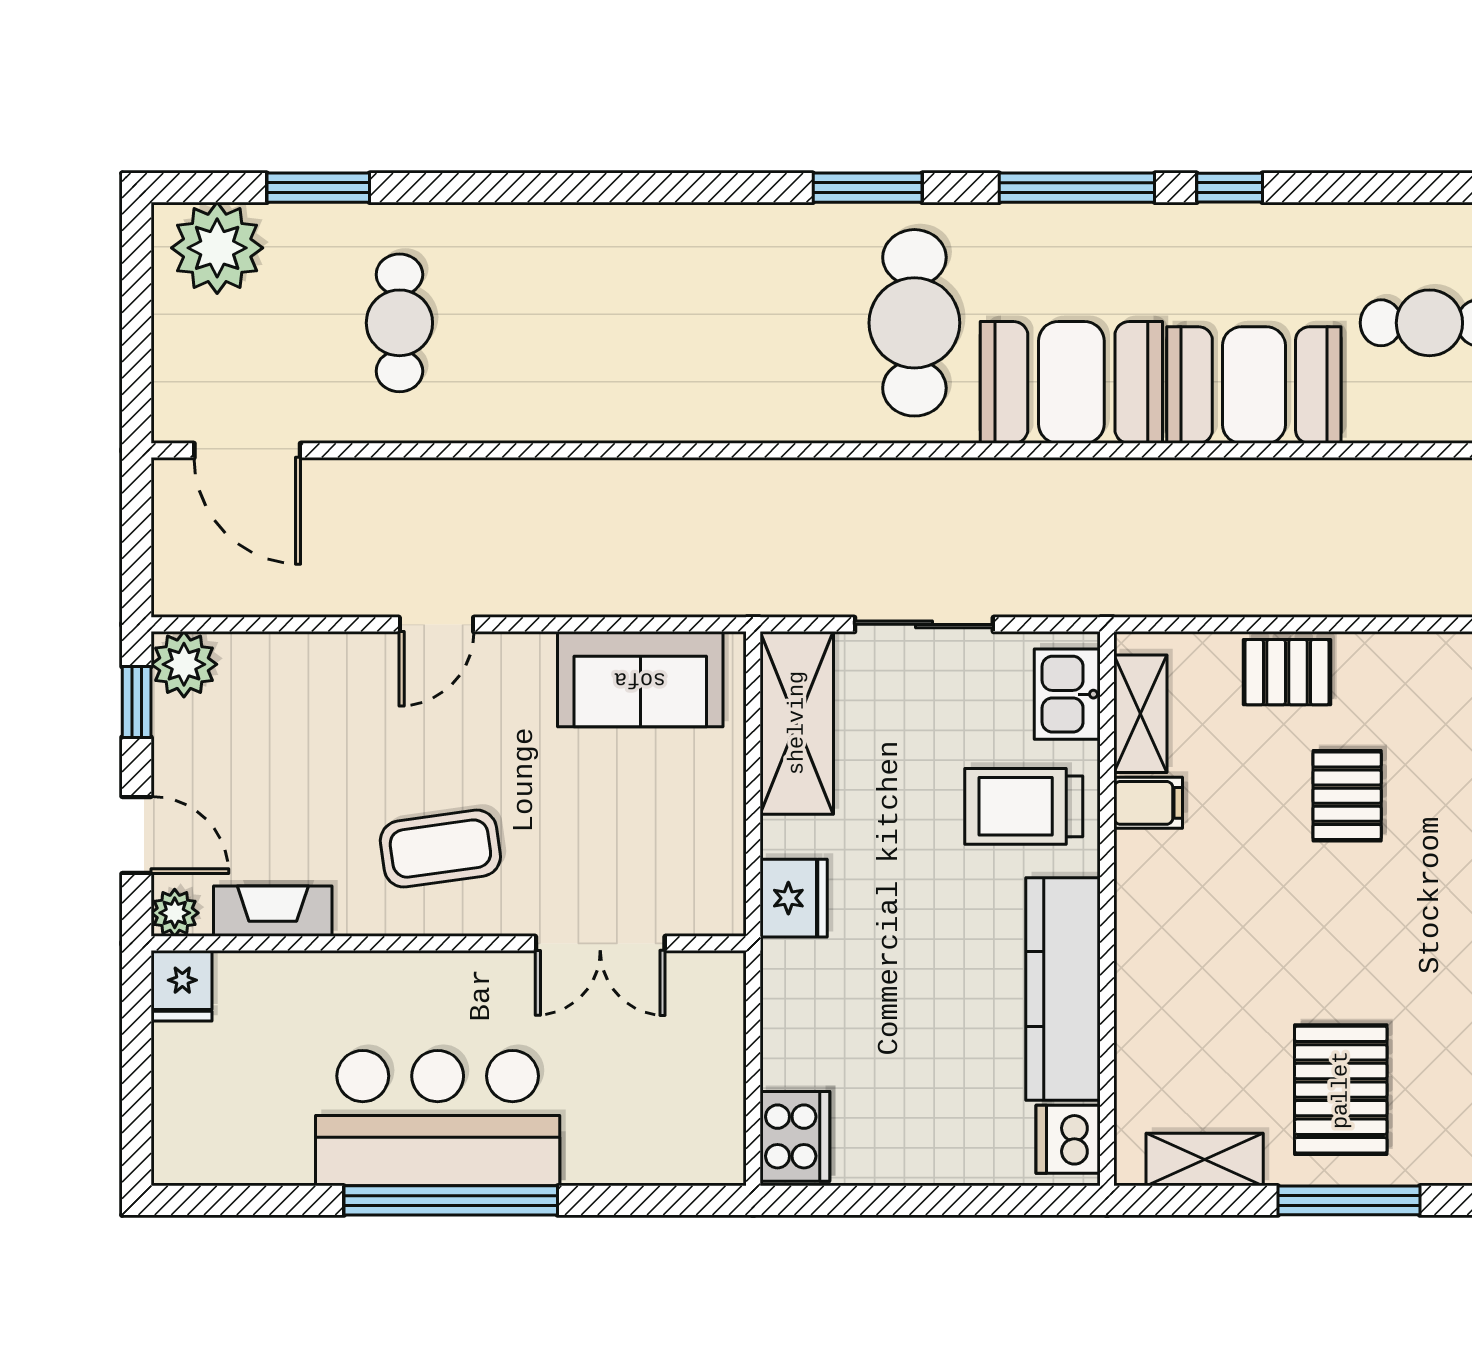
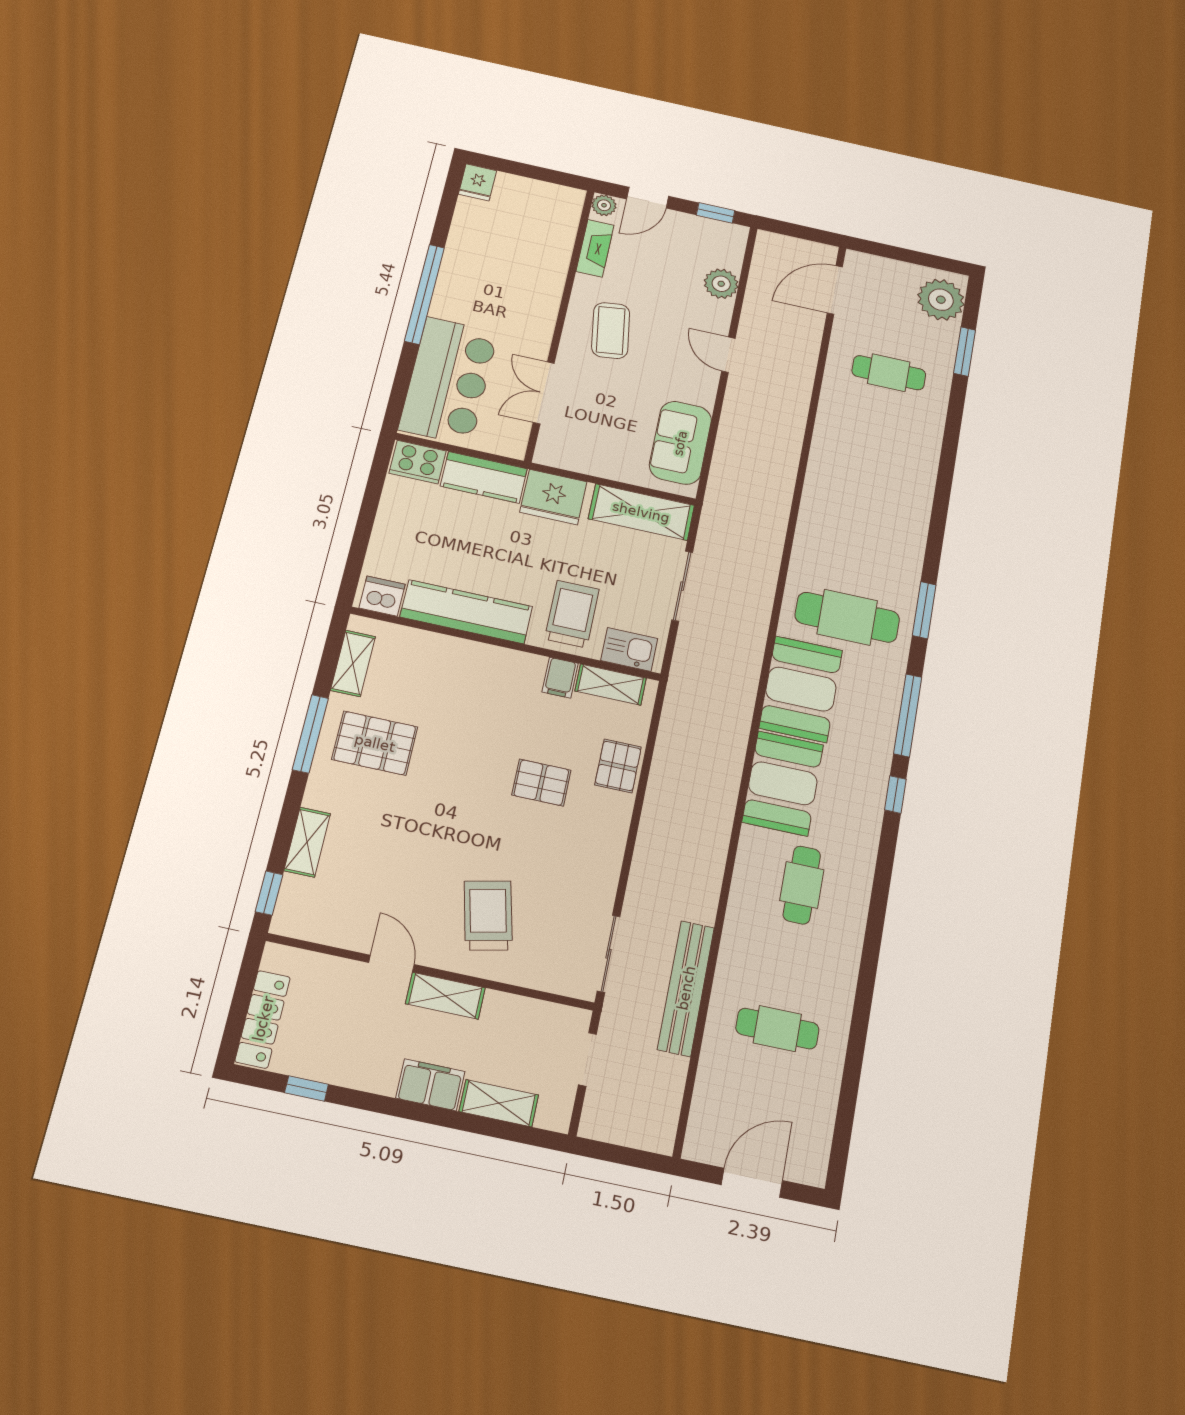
plant: (184, 664) -> (721, 284), moved
fridge: (794, 898) -> (553, 497), width x1.36, depth x1.34
fridge: (182, 986) -> (478, 182), moved, turned -90
kitchen counter: (796, 1014) -> (484, 477), added
bar counter: (438, 1118) -> (449, 381), moved

